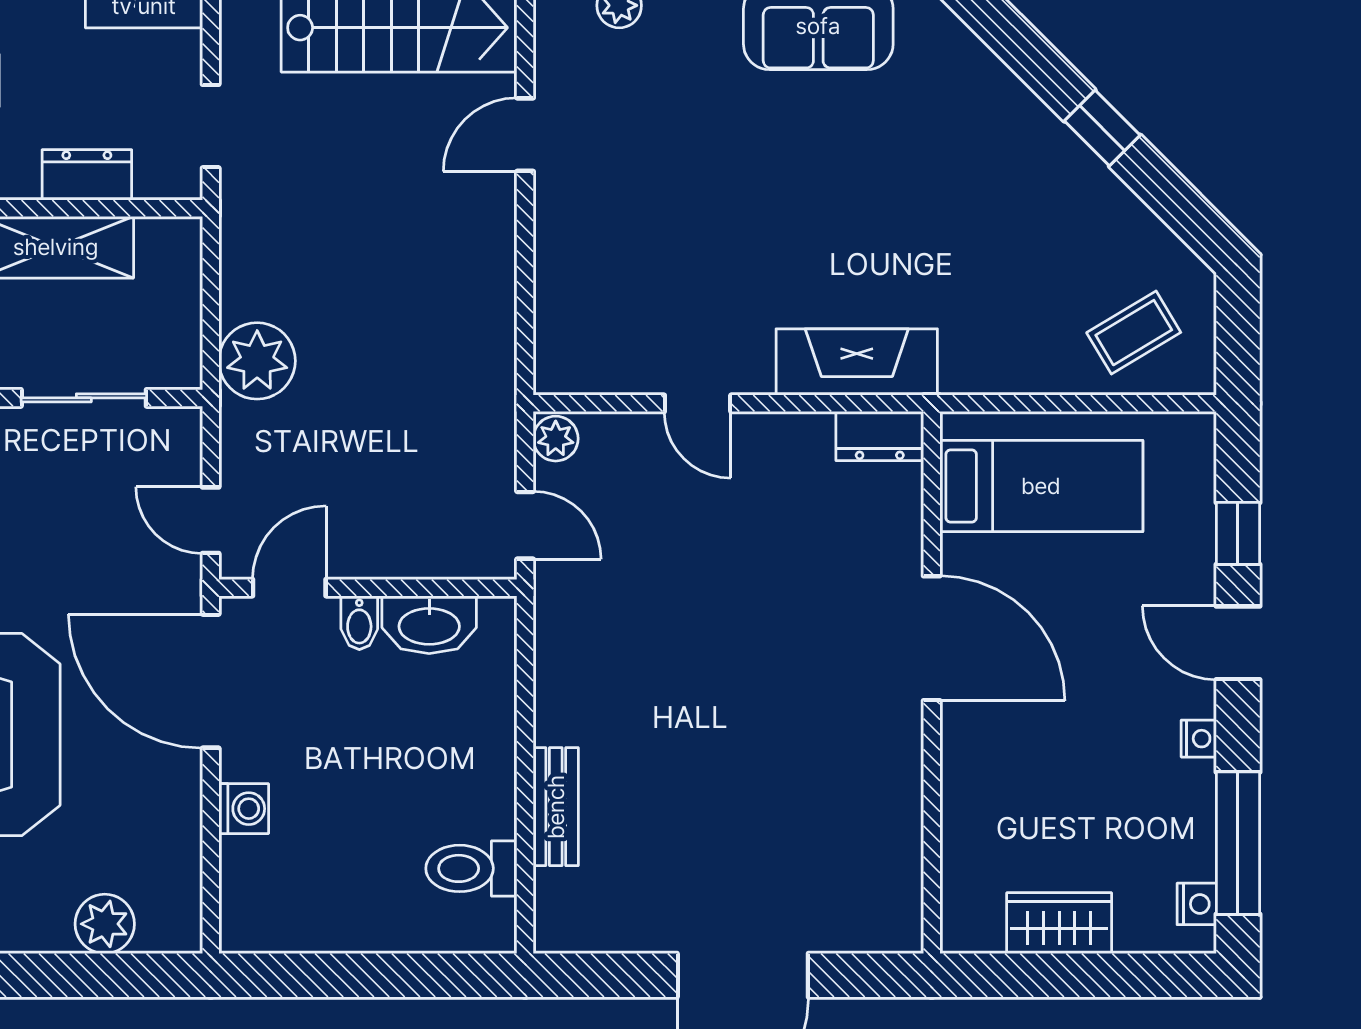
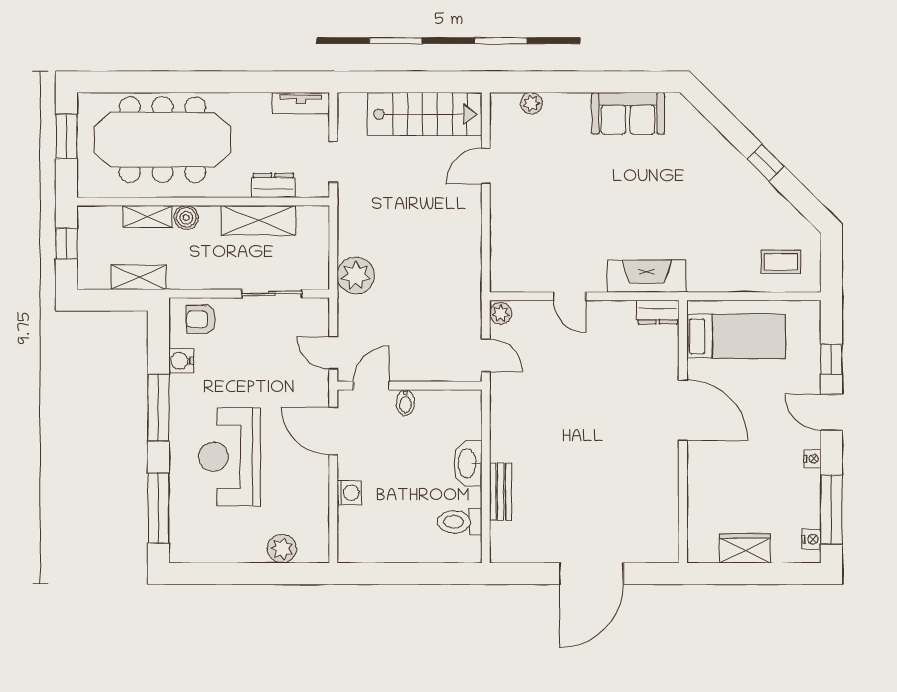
coffee table: (1134, 333) -> (781, 262), turned 31
washbasin: (429, 625) -> (468, 463), moved, turned 90
door: (211, 681) -> (333, 431), width x0.73

